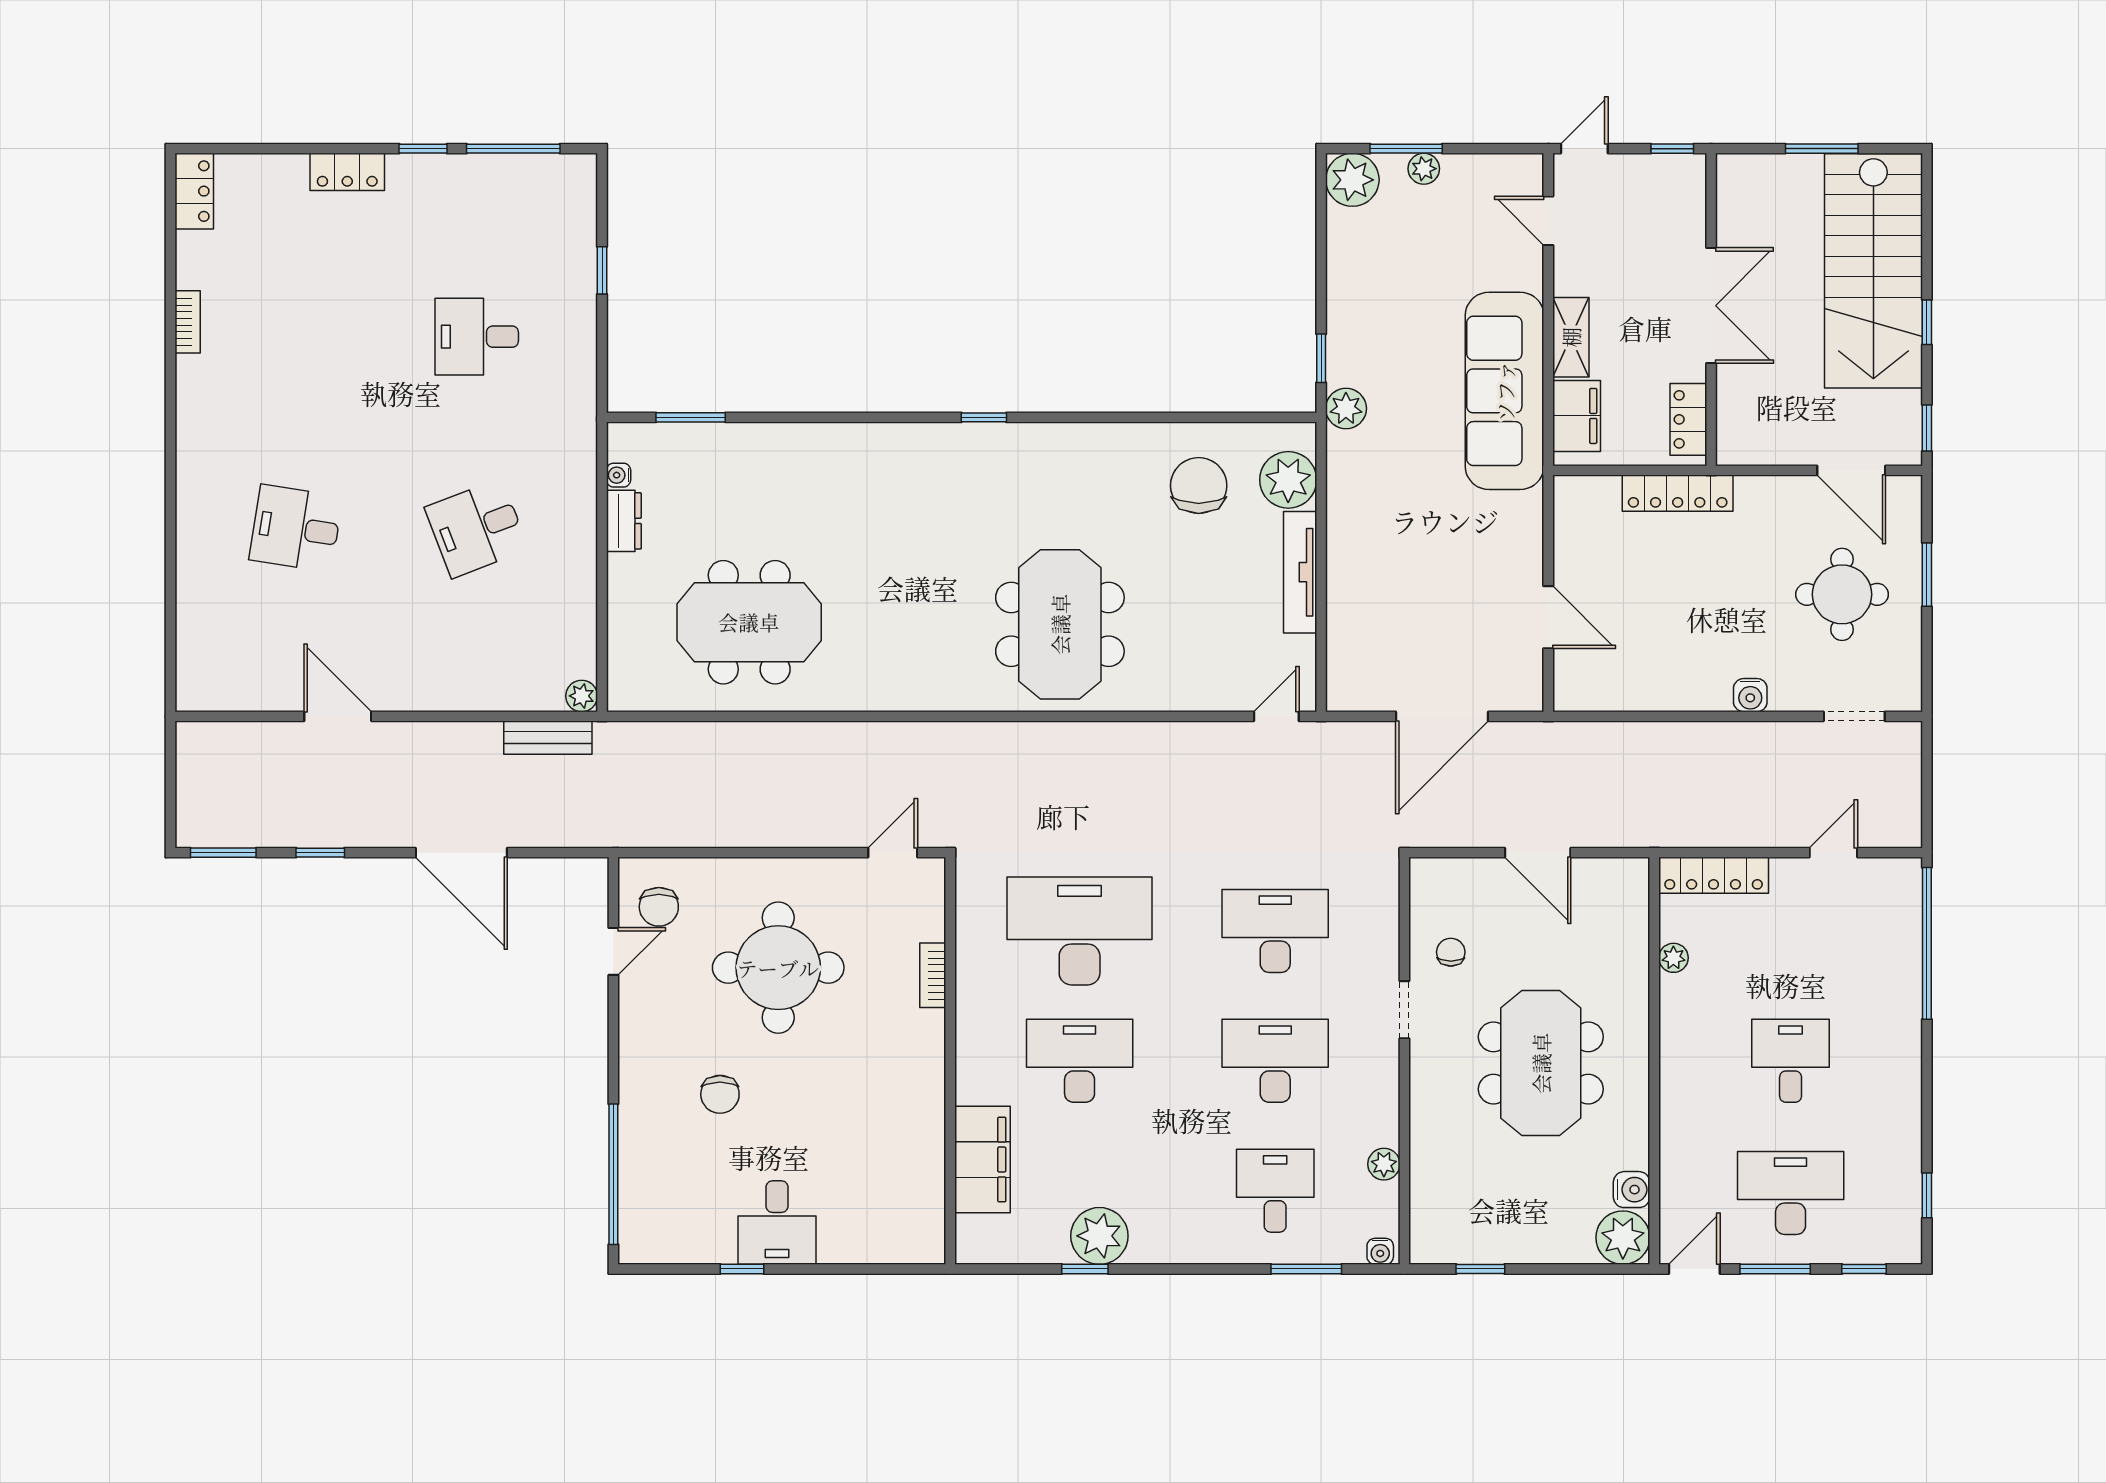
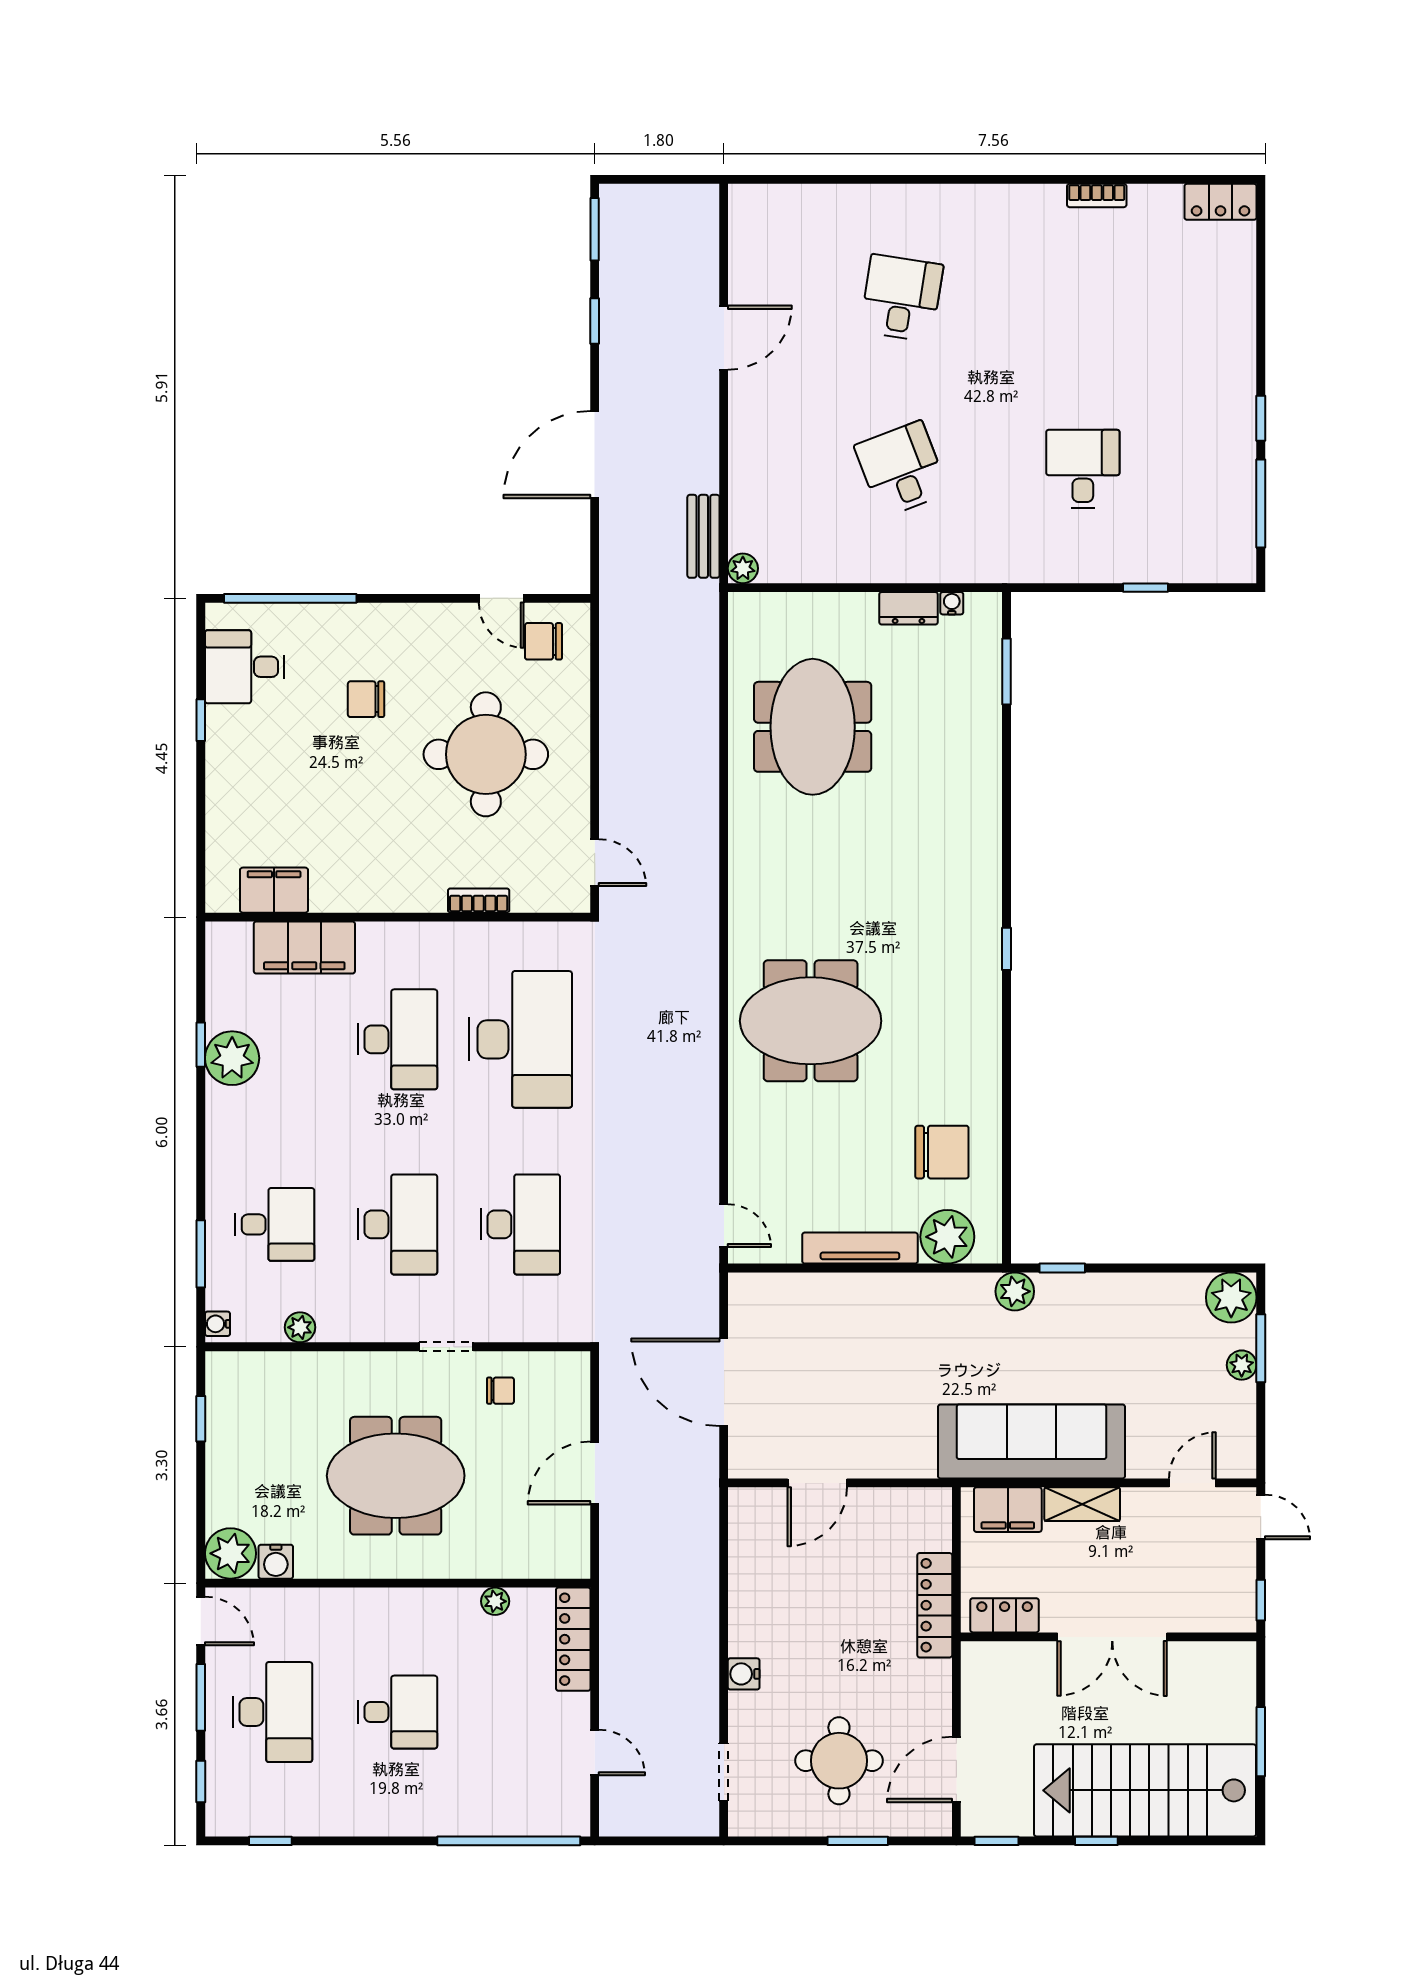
locker: (347, 172) -> (1239, 347), removed
filing cabinet: (922, 1192) -> (274, 890), added
desk: (777, 1223) -> (245, 667), moved

